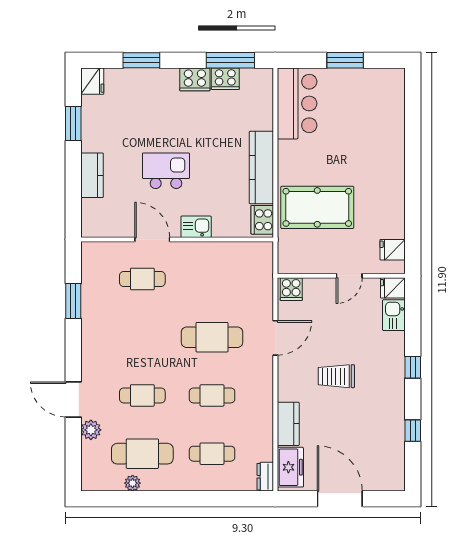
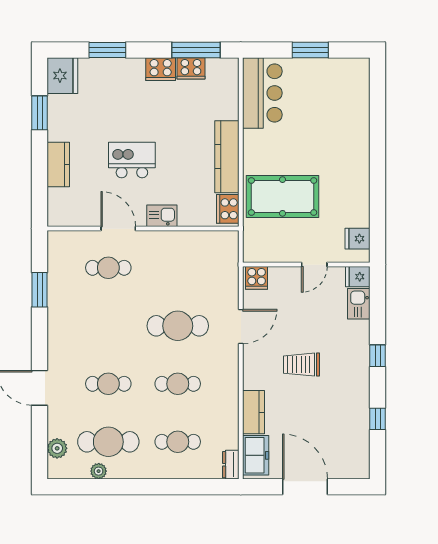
fridge: (92, 81) -> (62, 76), width x1.36, depth x1.34
plant: (91, 430) -> (57, 448), moved

